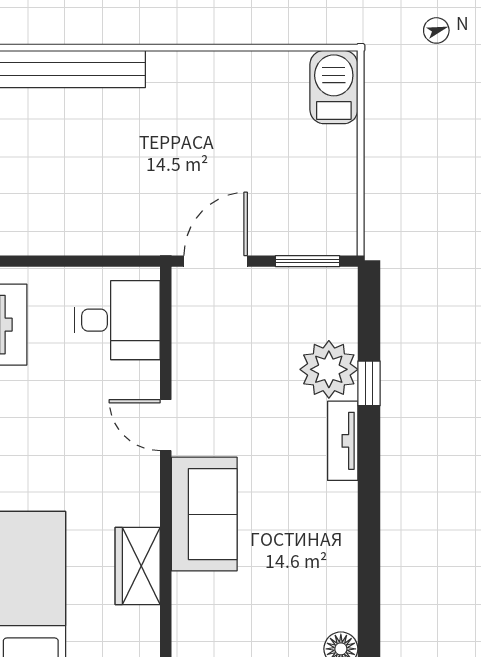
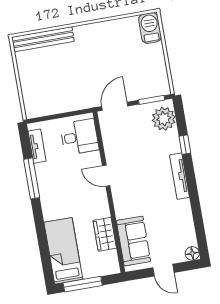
plant: (329, 369) -> (164, 119), moved
tv unit: (343, 441) -> (179, 176), width x1.41
sofa: (204, 514) -> (133, 241), moved

